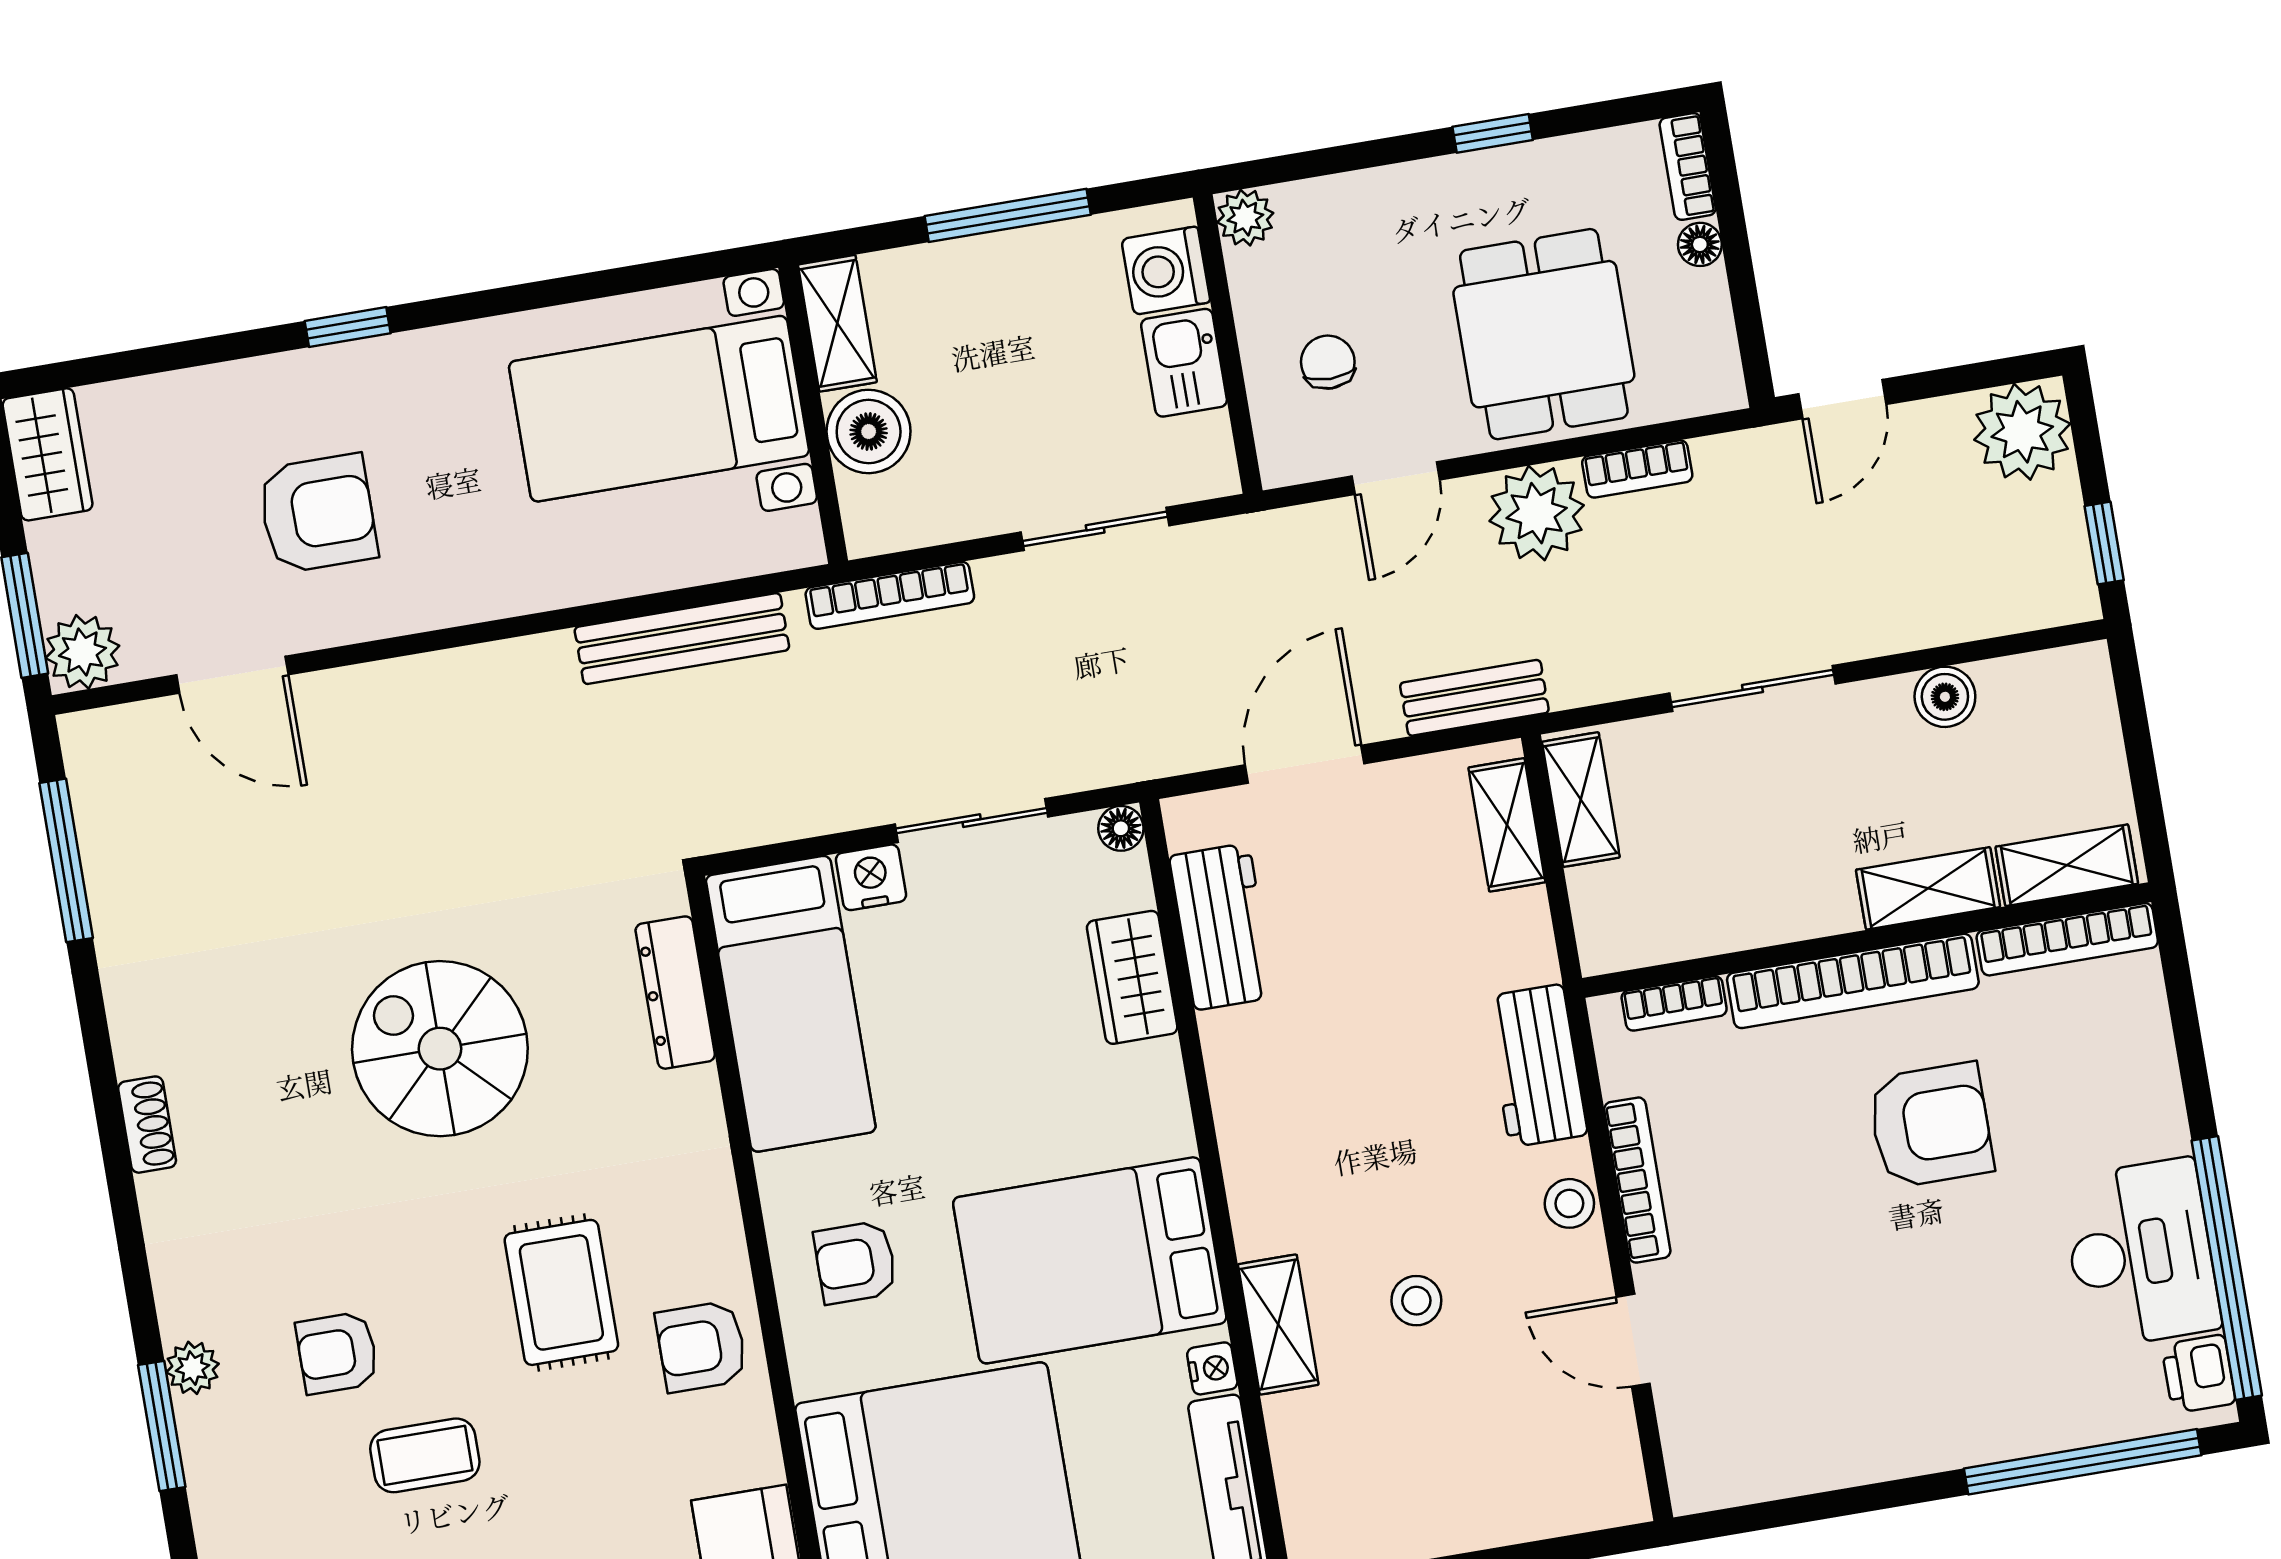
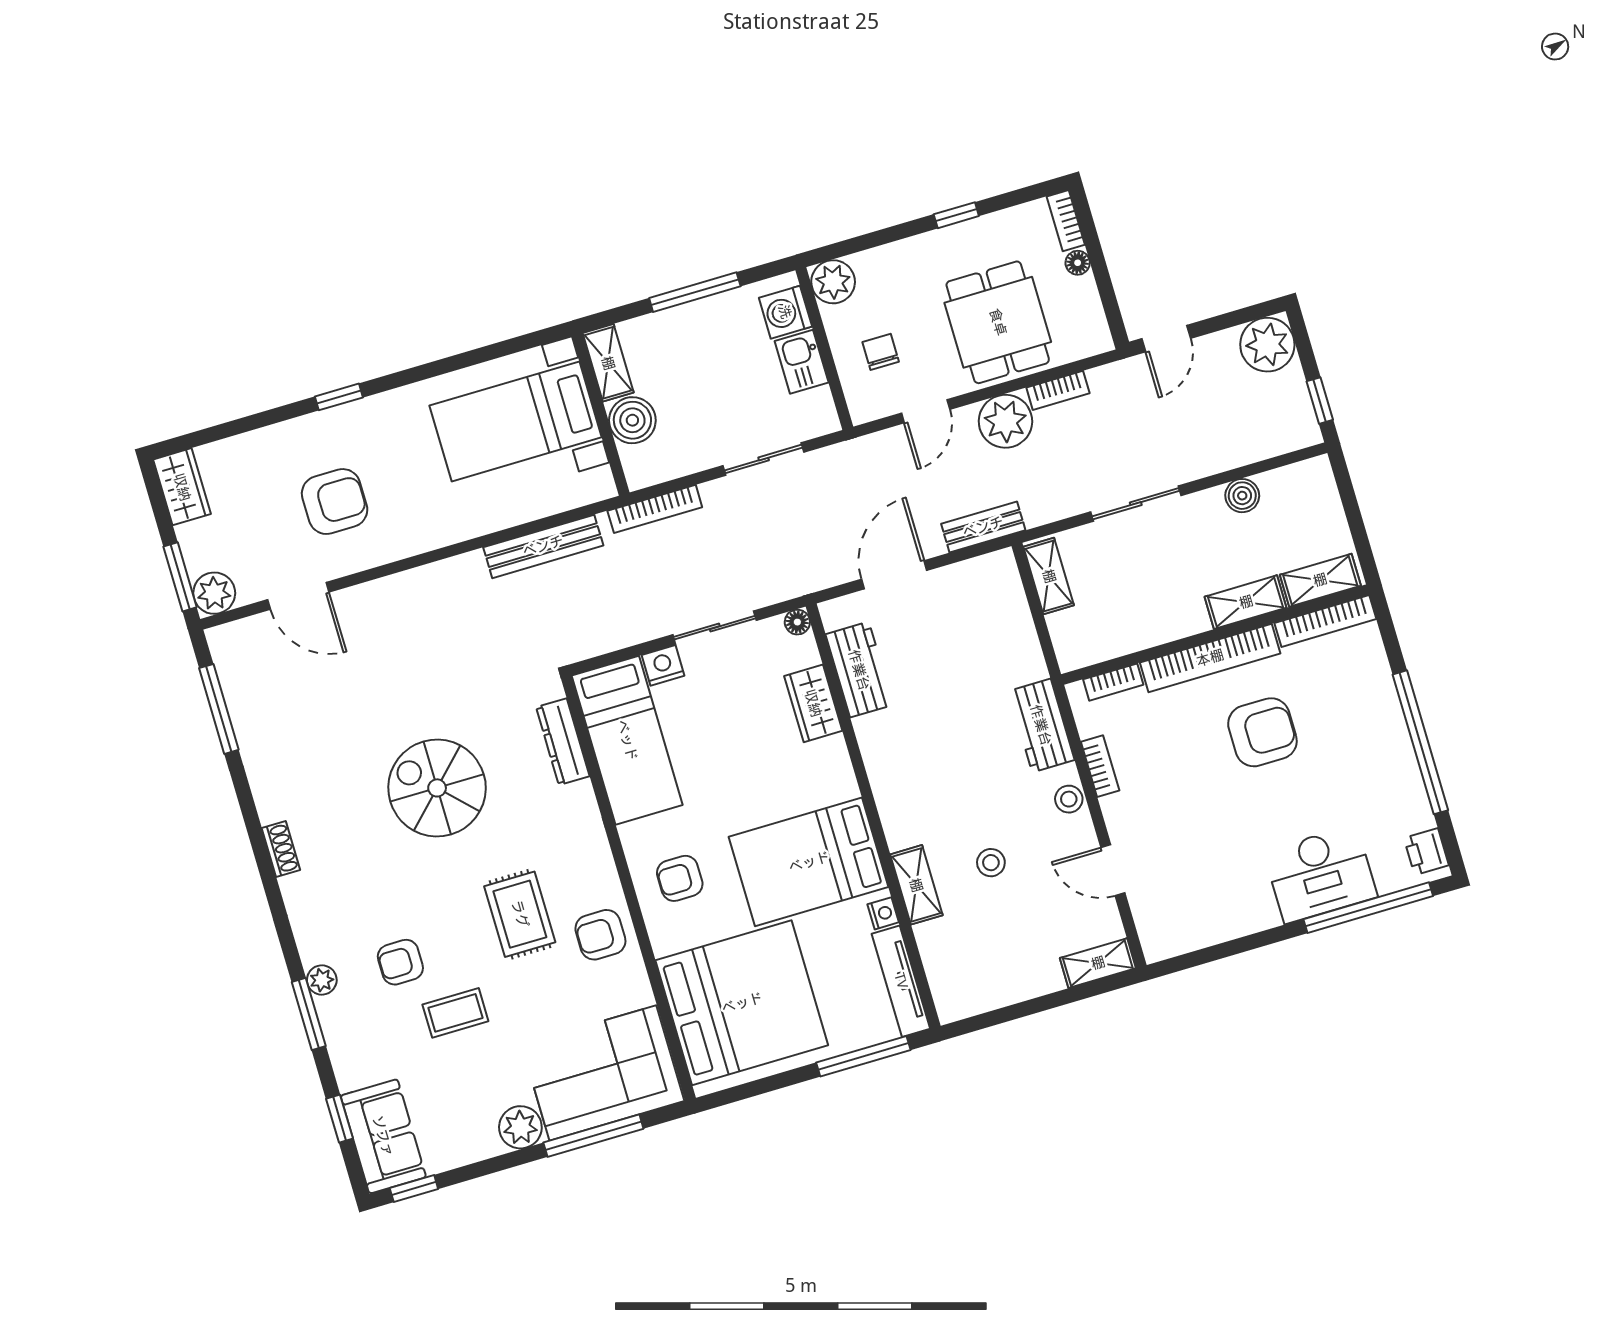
plant: (1245, 218) -> (833, 282), width x1.38, depth x1.38
shelving: (1507, 825) -> (1098, 963), moved, turned 90
bookcase: (1637, 1180) -> (1100, 766), width x0.64
desk: (2141, 1253) -> (1320, 874), moved, turned 90
window: (2227, 1268) -> (1420, 742), moved

